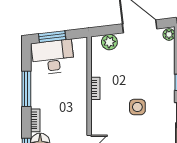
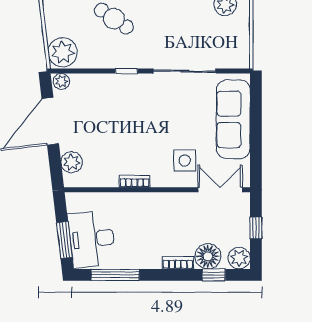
window: (26, 89) -> (115, 275), moved
side table: (137, 107) -> (185, 161), moved

